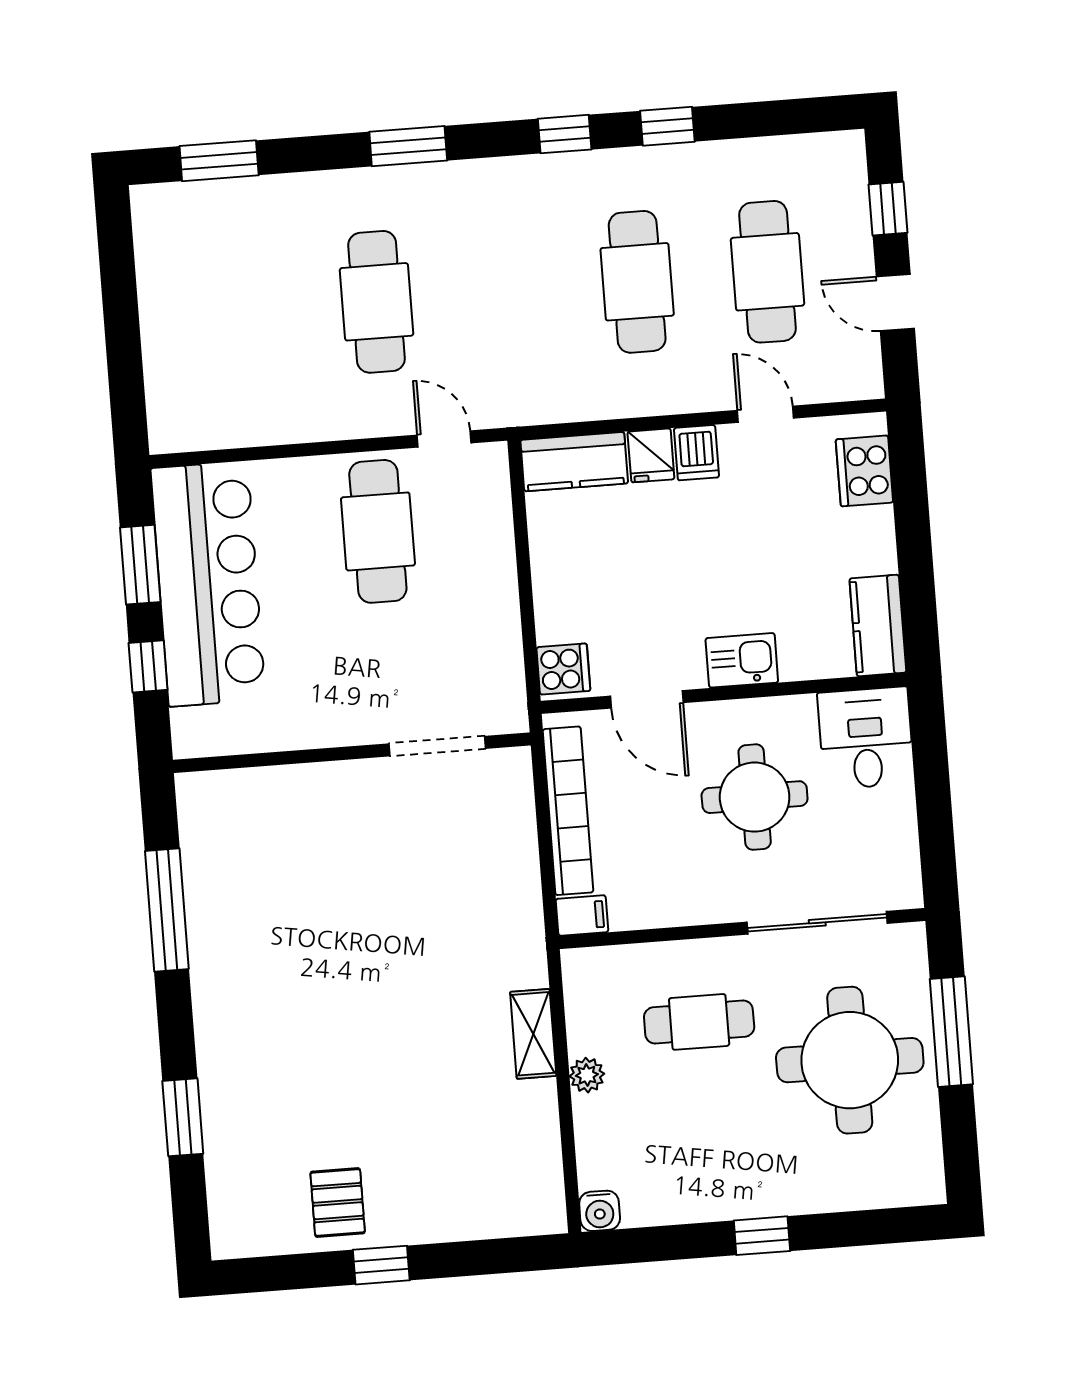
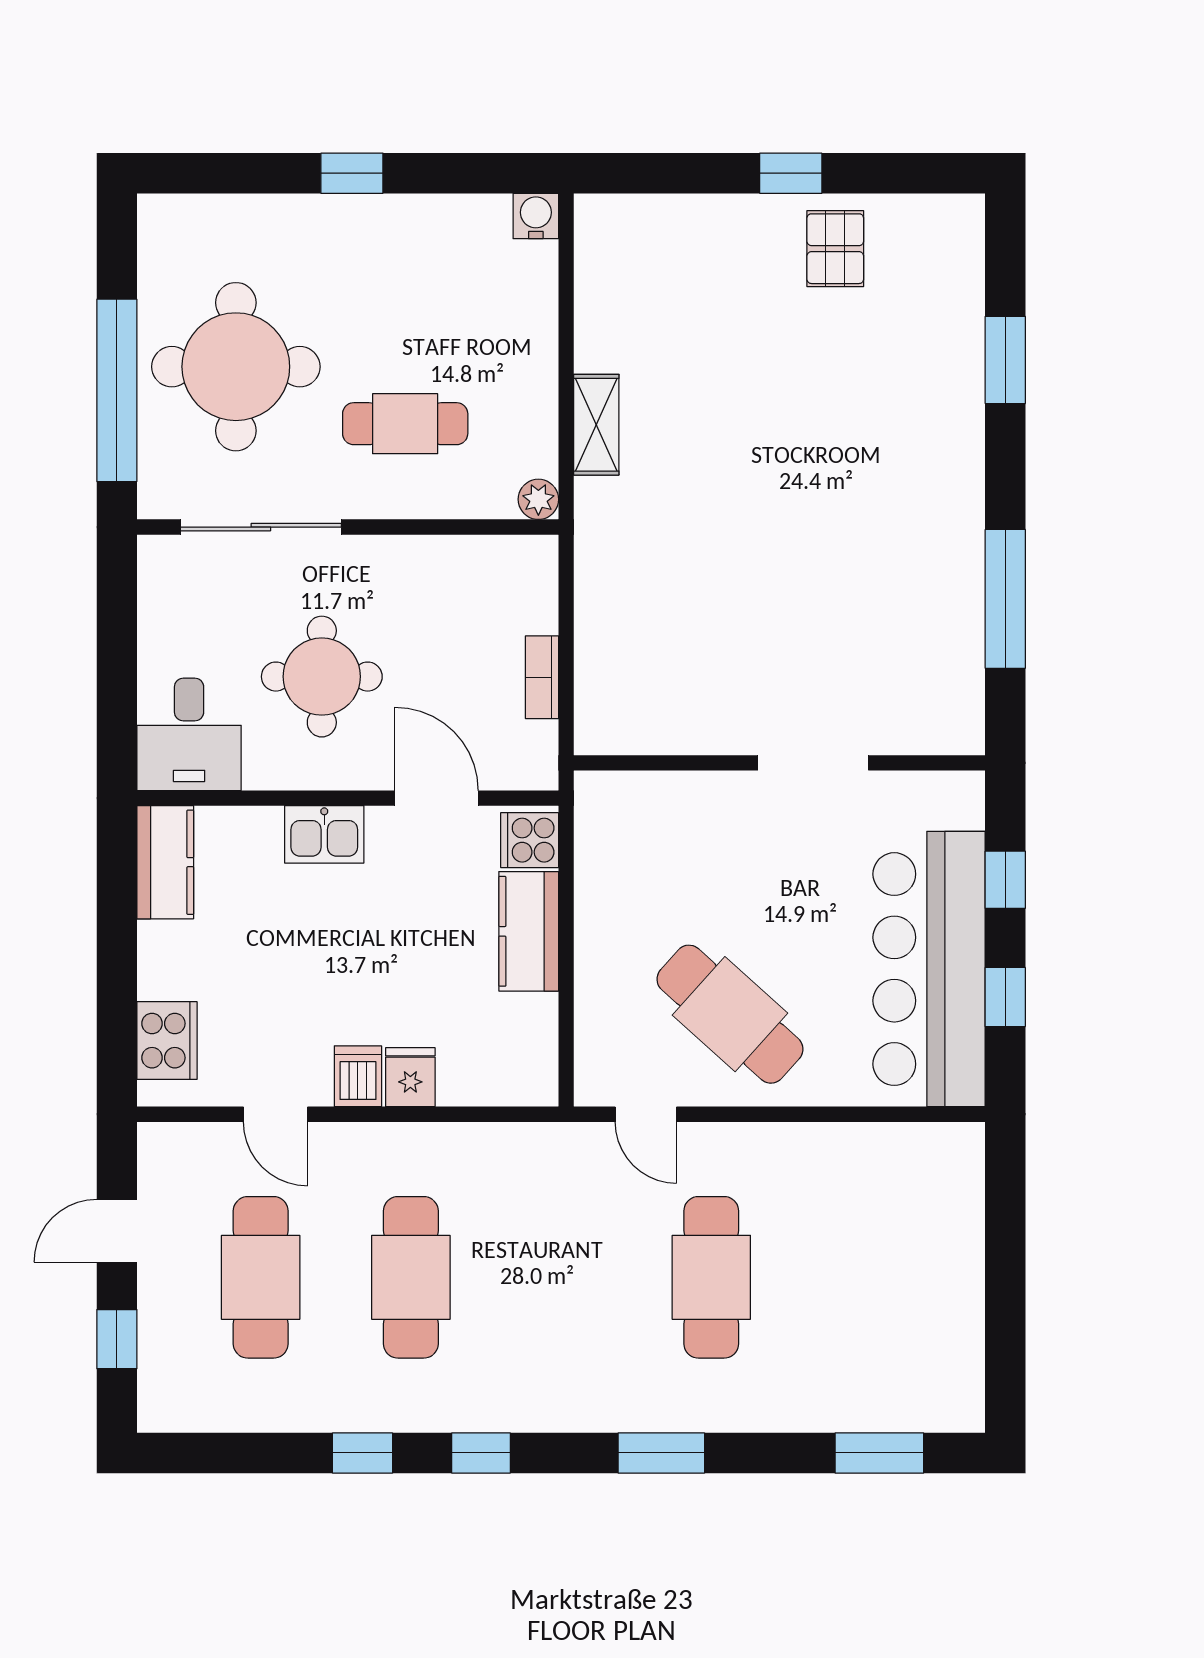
door: (895, 303) -> (117, 1231), swing flipped
kitchen counter: (574, 462) -> (529, 931), moved, turned -90
cafe table: (378, 531) -> (730, 1014), turned -48
window: (140, 565) -> (1005, 997), width x0.67
doorway: (437, 746) -> (813, 763), moved
bookcase: (568, 811) -> (542, 677), width x0.43, depth x0.76
filing cabinet: (582, 916) -> (530, 556), removed
window: (951, 1032) -> (117, 390), width x1.46
plant: (587, 1075) -> (538, 499), moved

